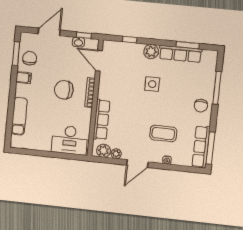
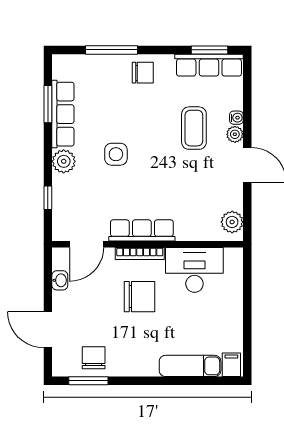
window: (84, 35) -> (48, 272), removed
chair: (30, 58) -> (94, 358), turned 90
filing cabinet: (24, 78) -> (231, 365), moved
chair: (64, 90) -> (139, 297), turned -90
row of seats: (101, 120) -> (142, 230), moved
desk: (70, 140) -> (194, 270), moved, turned -90
window: (210, 148) -> (210, 50), width x0.69
plant: (116, 154) -> (235, 134), moved

